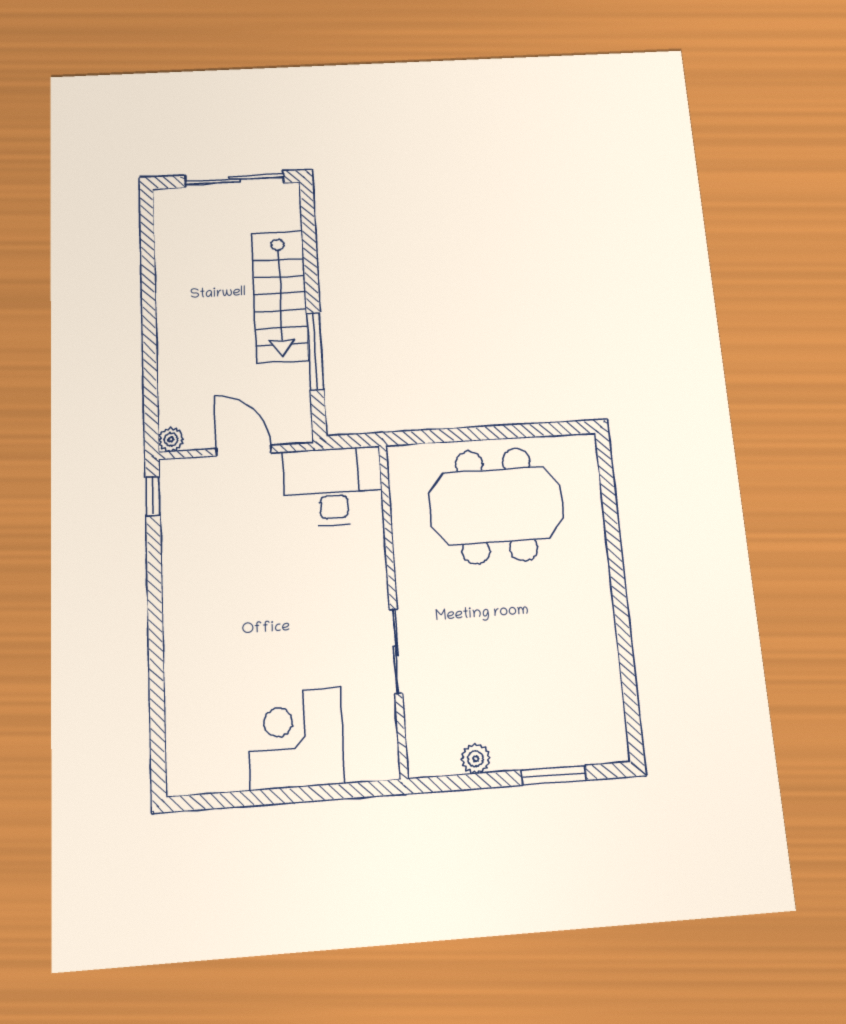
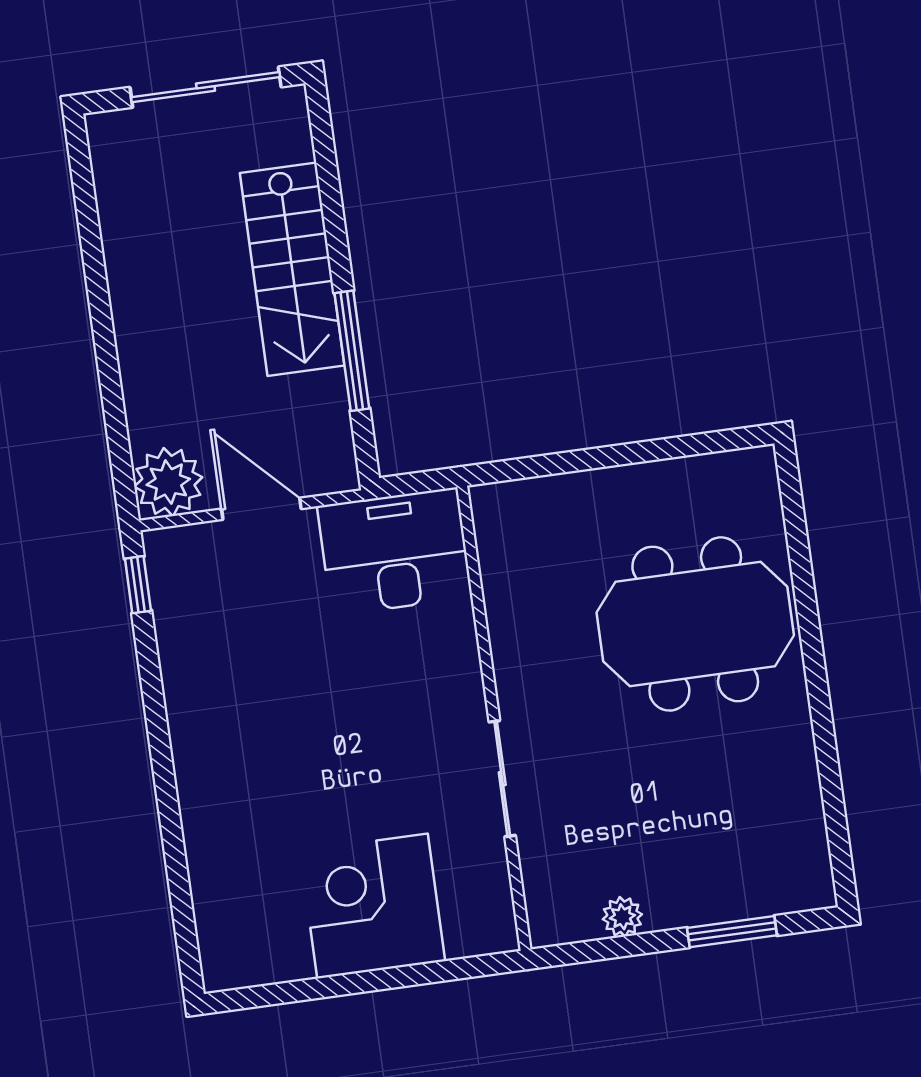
plant: (171, 439) -> (168, 482), width x1.87, depth x1.87
meeting table: (496, 506) -> (695, 624), moved

